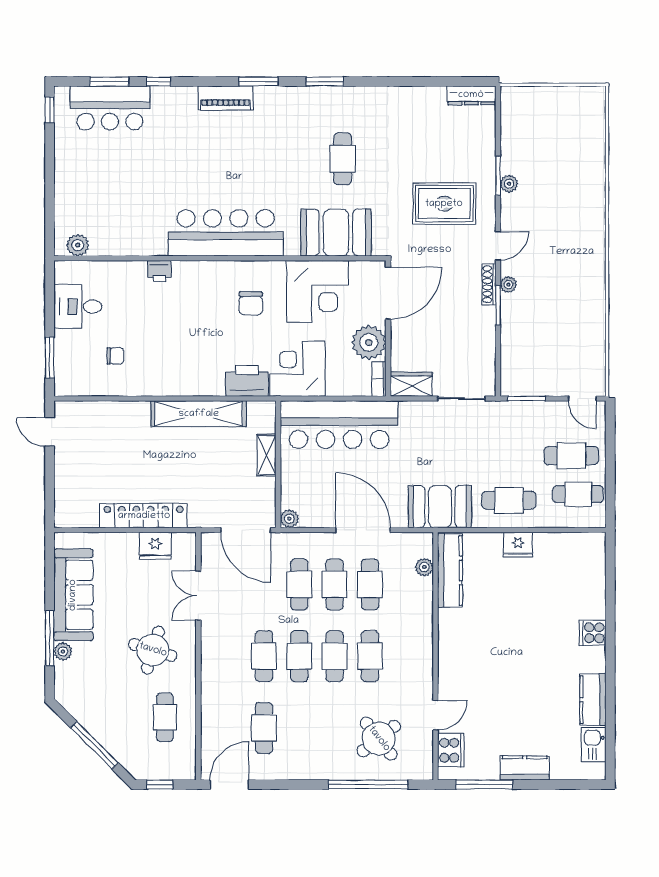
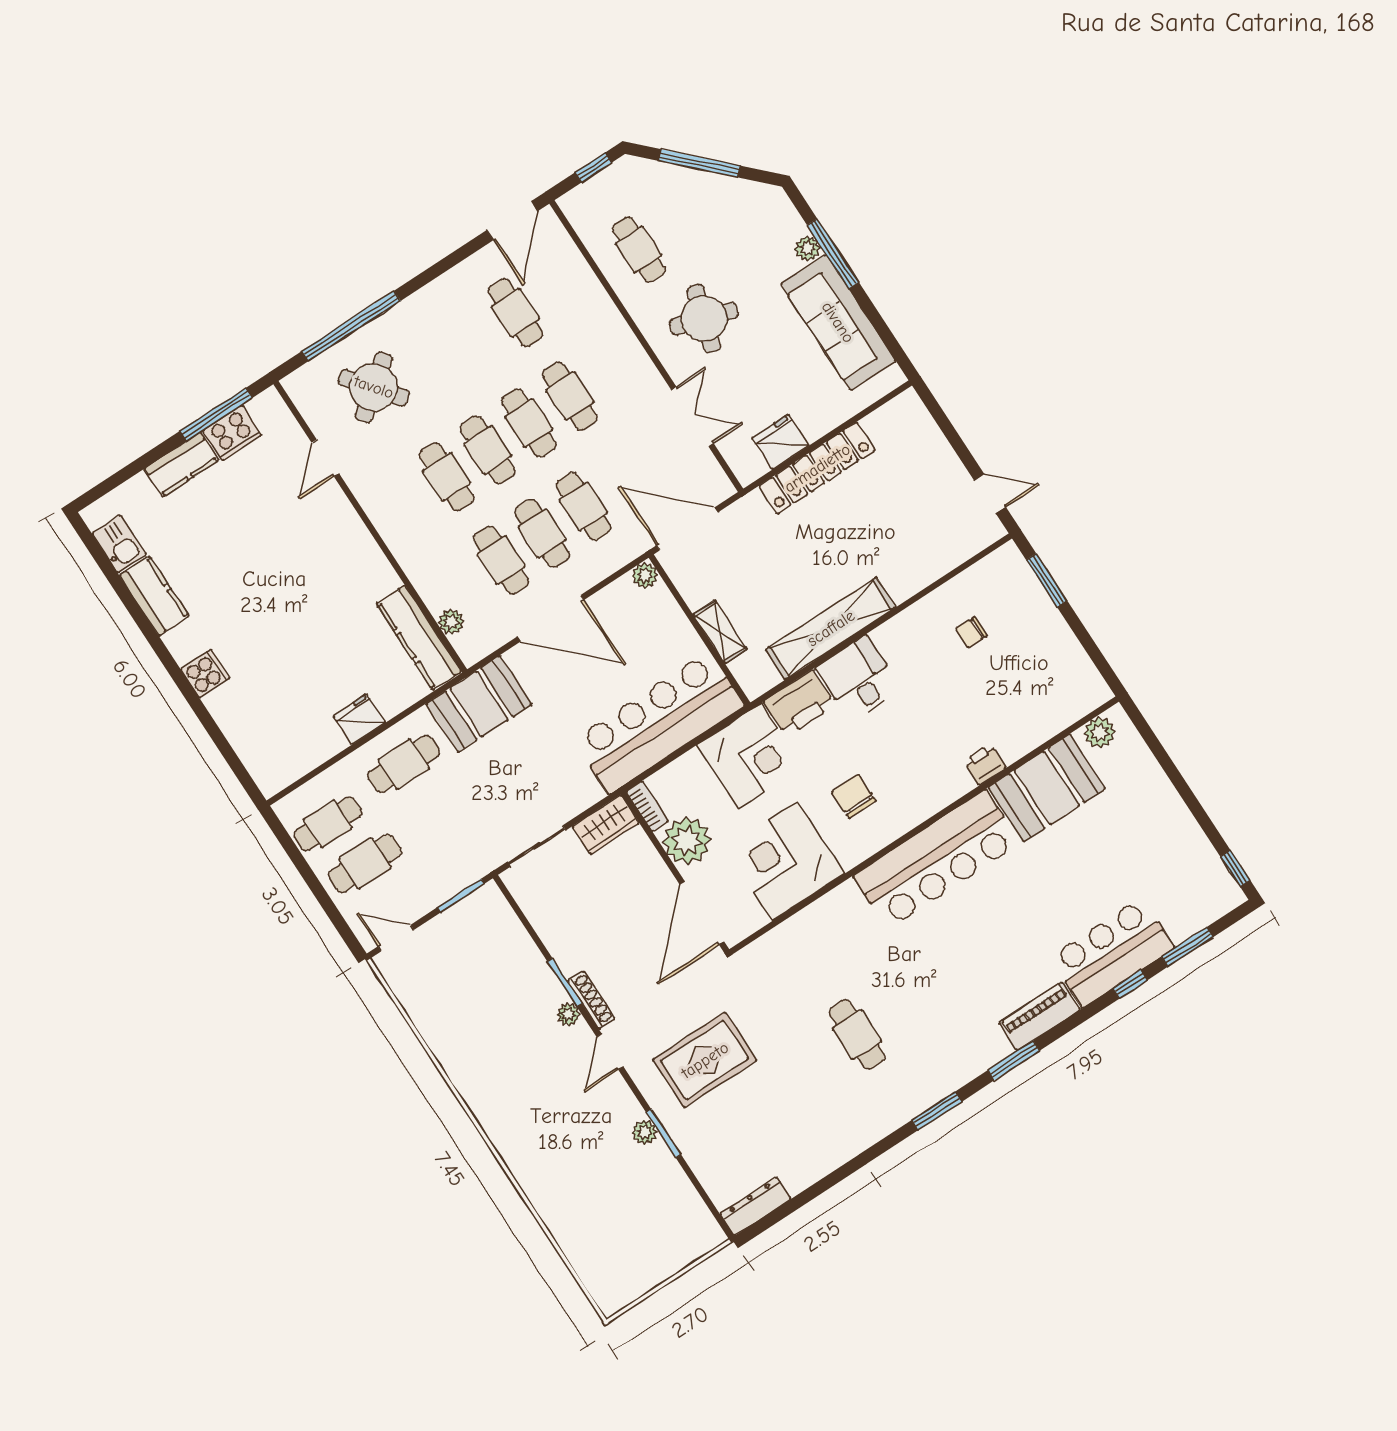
bar counter: (110, 108) -> (1112, 952), moved
booth: (336, 233) -> (1047, 788), moved
desk: (78, 307) -> (858, 679), moved, turned -90
cooker: (451, 750) -> (232, 433), moved, turned -90

